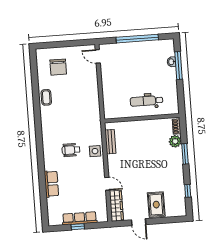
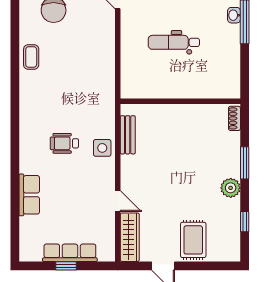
dental chair: (146, 101) -> (174, 42), moved
plant: (175, 141) -> (231, 188), moved

